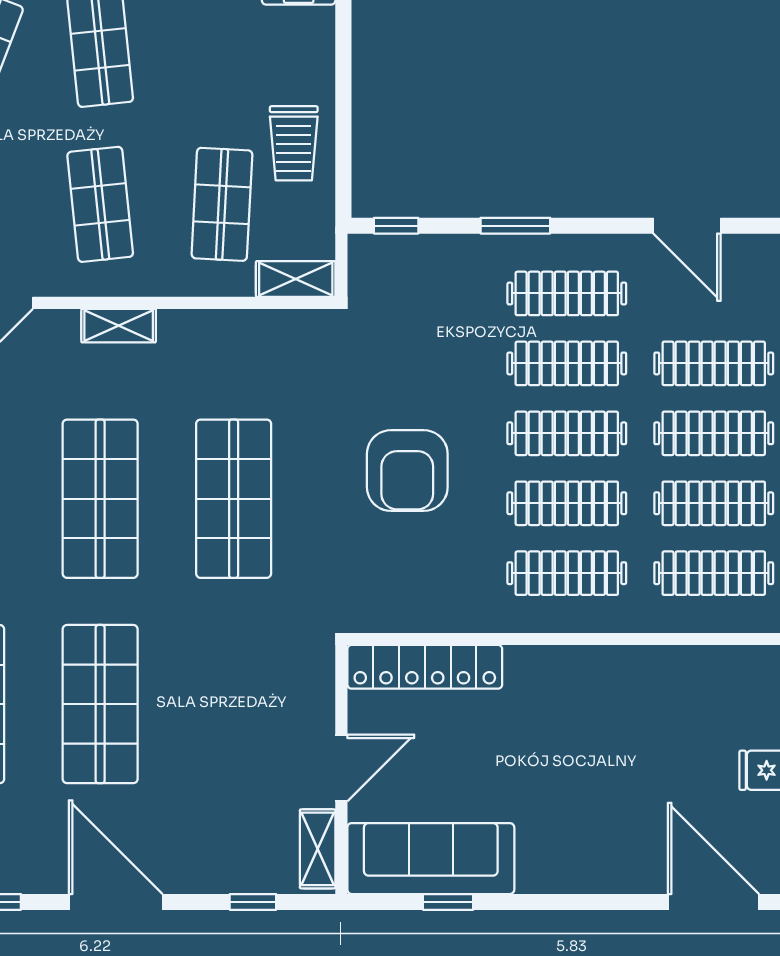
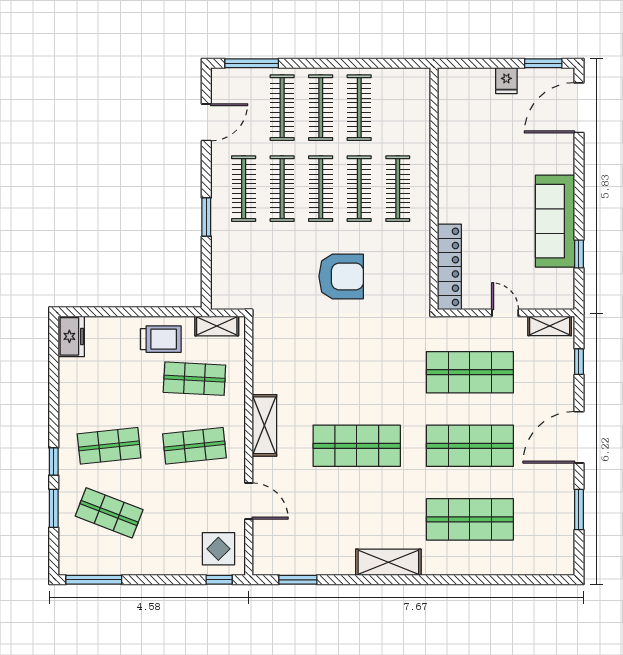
window: (396, 226) -> (206, 283), removed
shelving: (296, 279) -> (217, 326), moved, turned 90
shelving: (119, 326) -> (264, 425), width x1.50, depth x1.33
shop shelf: (234, 499) -> (470, 372), moved
clothes rail: (714, 573) -> (398, 108), removed
door: (341, 768) -> (505, 313), width x0.73
sofa: (431, 859) -> (555, 221), moved

